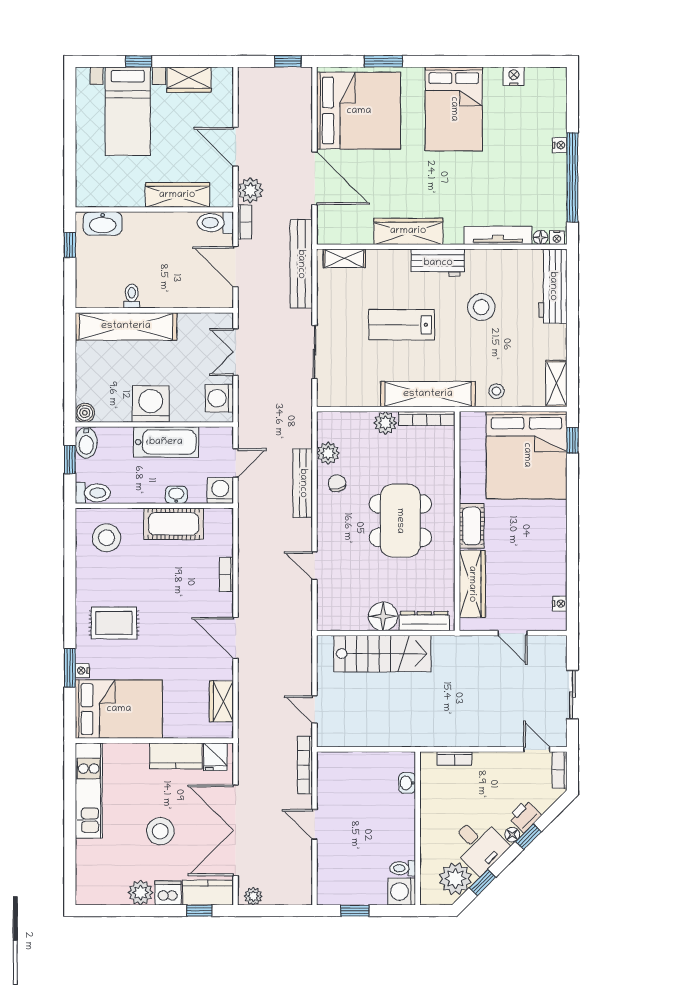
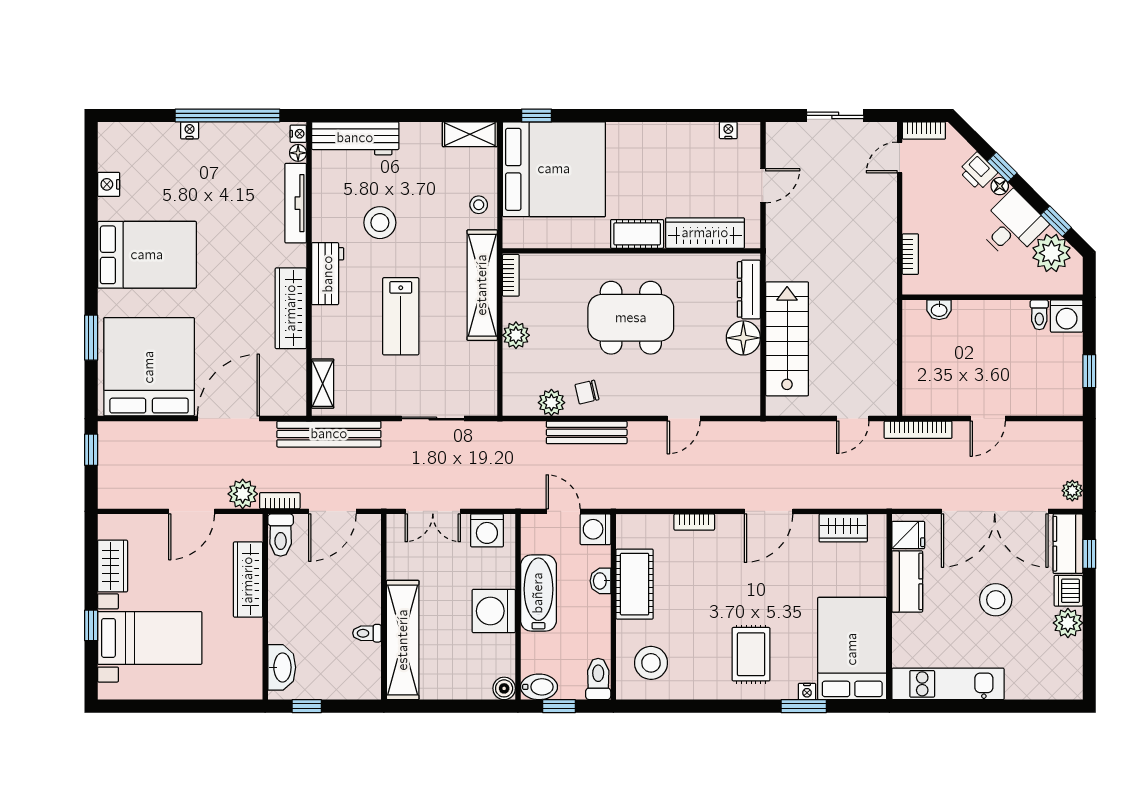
bookcase: (426, 418) -> (511, 275), width x0.64

